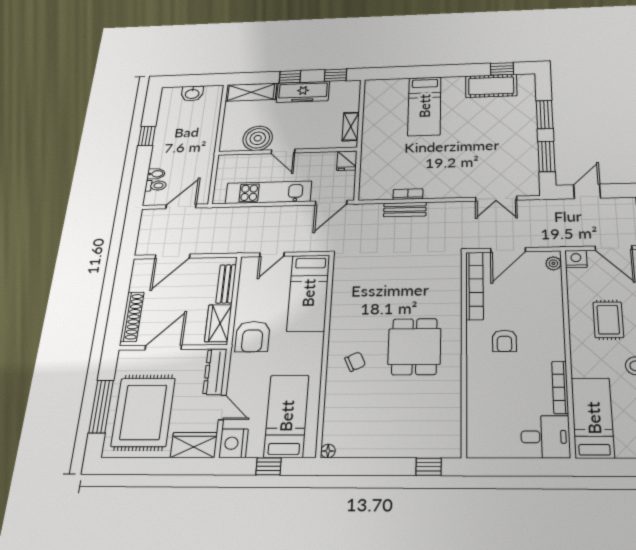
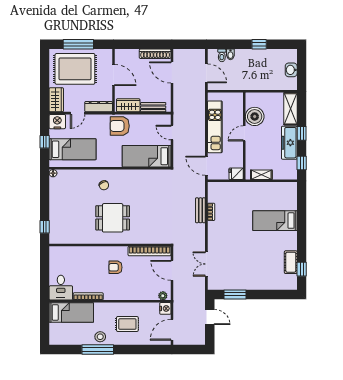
cot: (491, 86) -> (291, 262), width x0.73, depth x0.75
window: (545, 115) -> (265, 294), removed
shoe rack: (132, 317) -> (155, 54), moved

